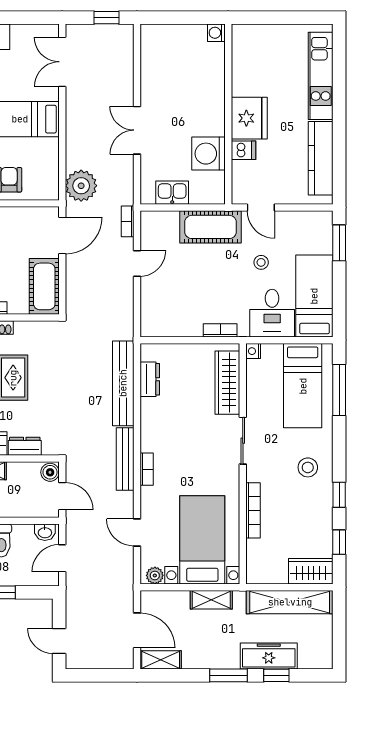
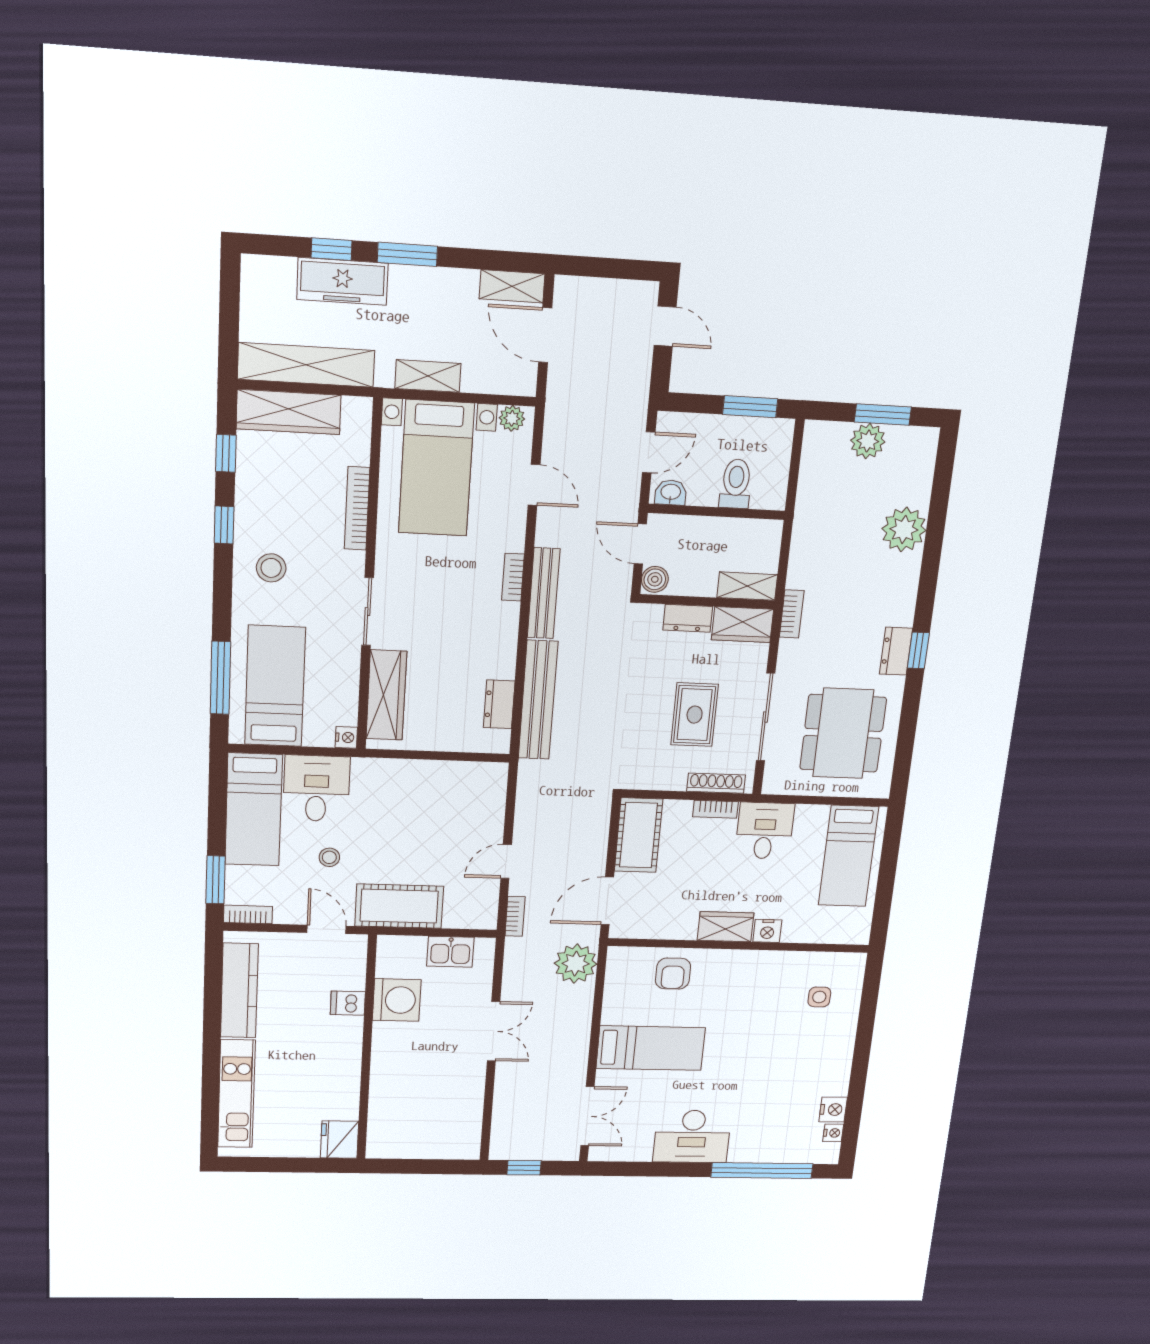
washing machine: (216, 33) -> (378, 1148), removed
fridge: (249, 118) -> (340, 1140), moved, width x0.73, depth x0.75
bookcase: (220, 330) -> (248, 914), moved, turned 180
wardrobe: (311, 571) -> (289, 412), width x1.50

